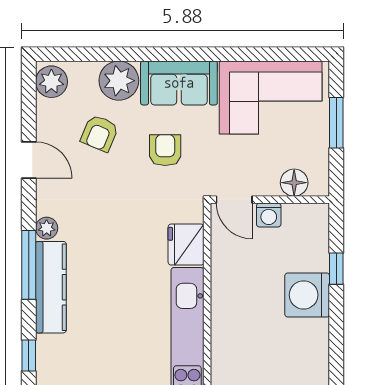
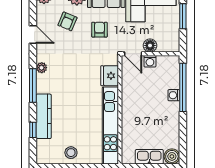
floor lamp: (294, 183) -> (150, 45), moved
window: (336, 269) -> (183, 87), width x3.17
kitchen counter: (51, 287) -> (44, 116), moved
washing machine: (307, 295) -> (174, 95), width x0.53, depth x0.53

